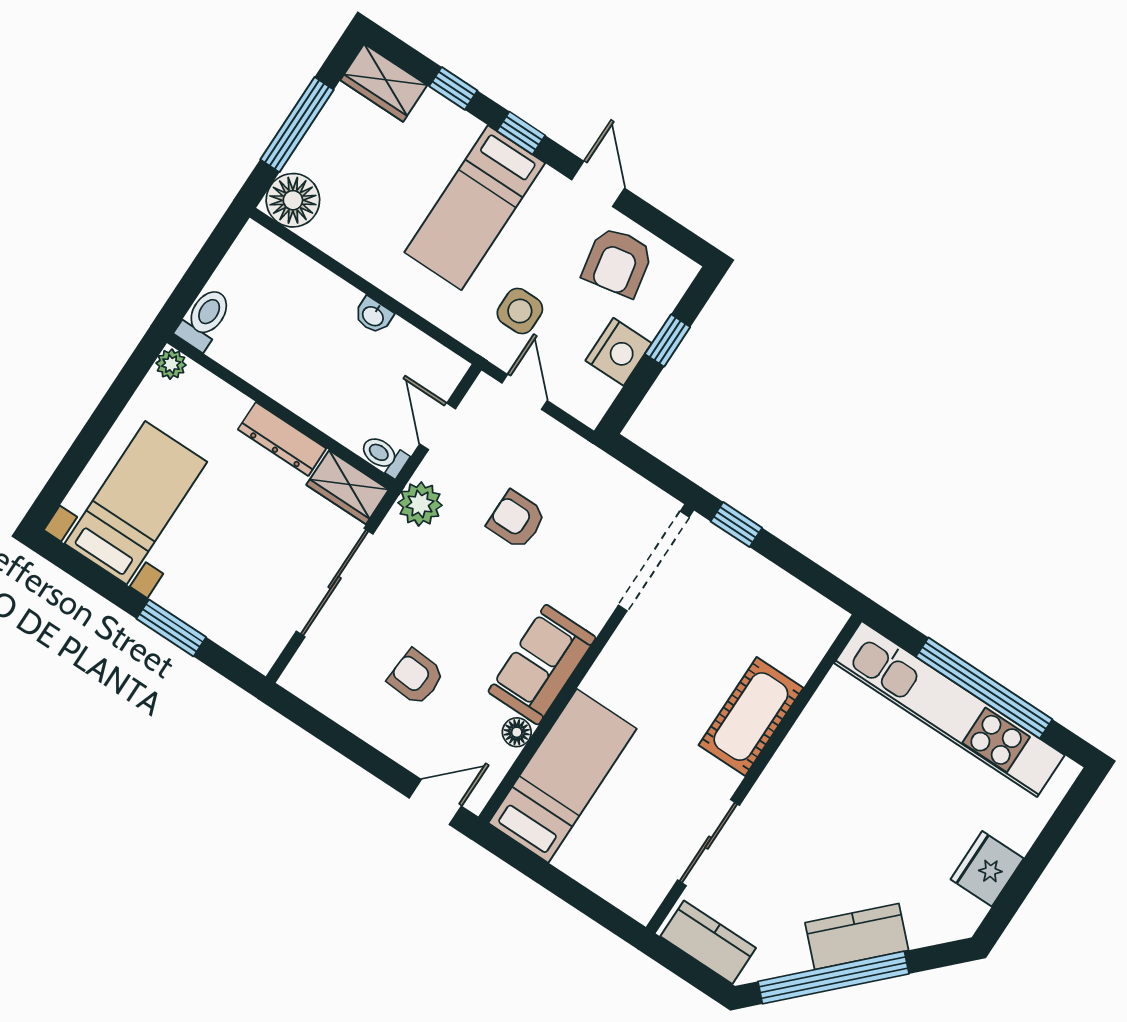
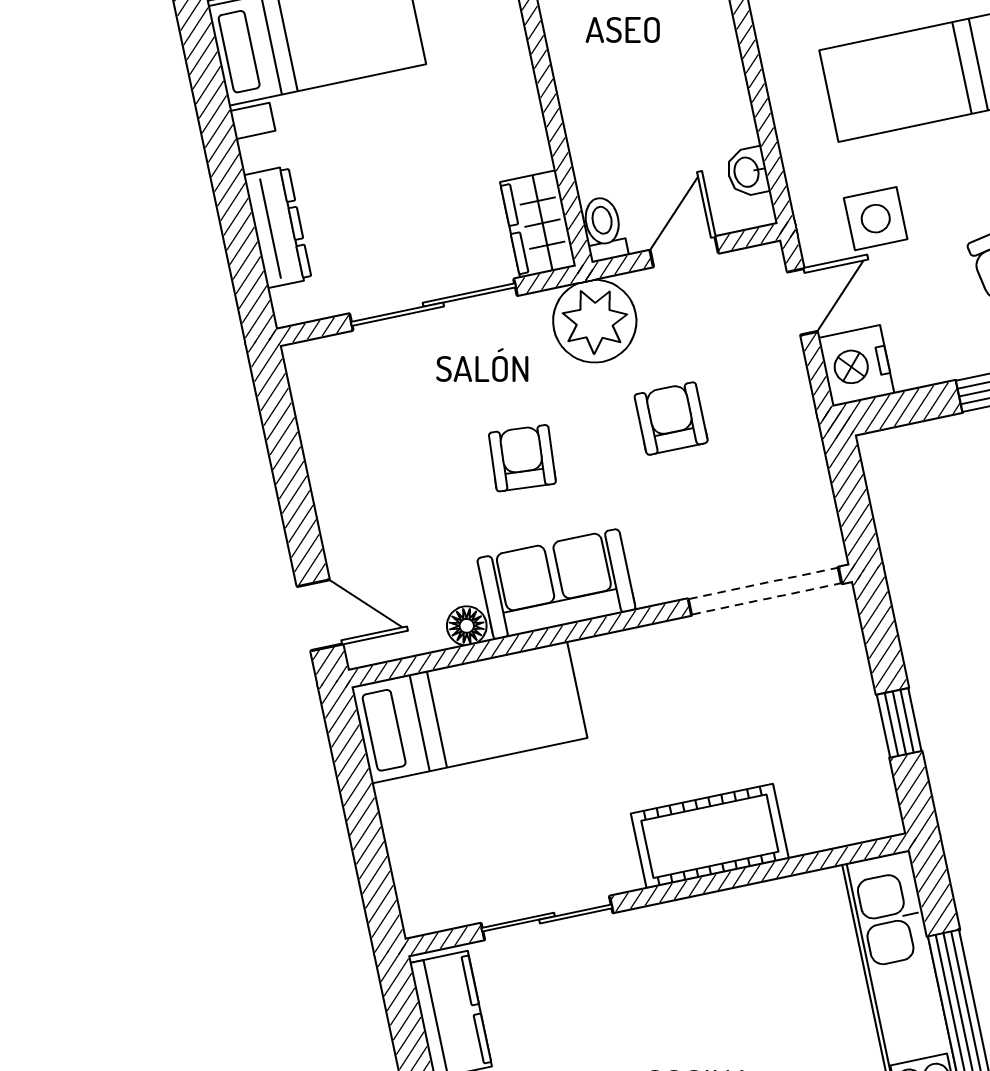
washbasin: (373, 316) -> (748, 172), moved
nightstand: (619, 352) -> (856, 366), moved, turned 90
dresser: (282, 439) -> (278, 227), moved, turned 180
plant: (420, 504) -> (595, 321), width x1.36, depth x1.36
window: (736, 525) -> (899, 723), moved
window: (171, 628) -> (231, 191), removed
armchair: (416, 677) -> (522, 458), moved

